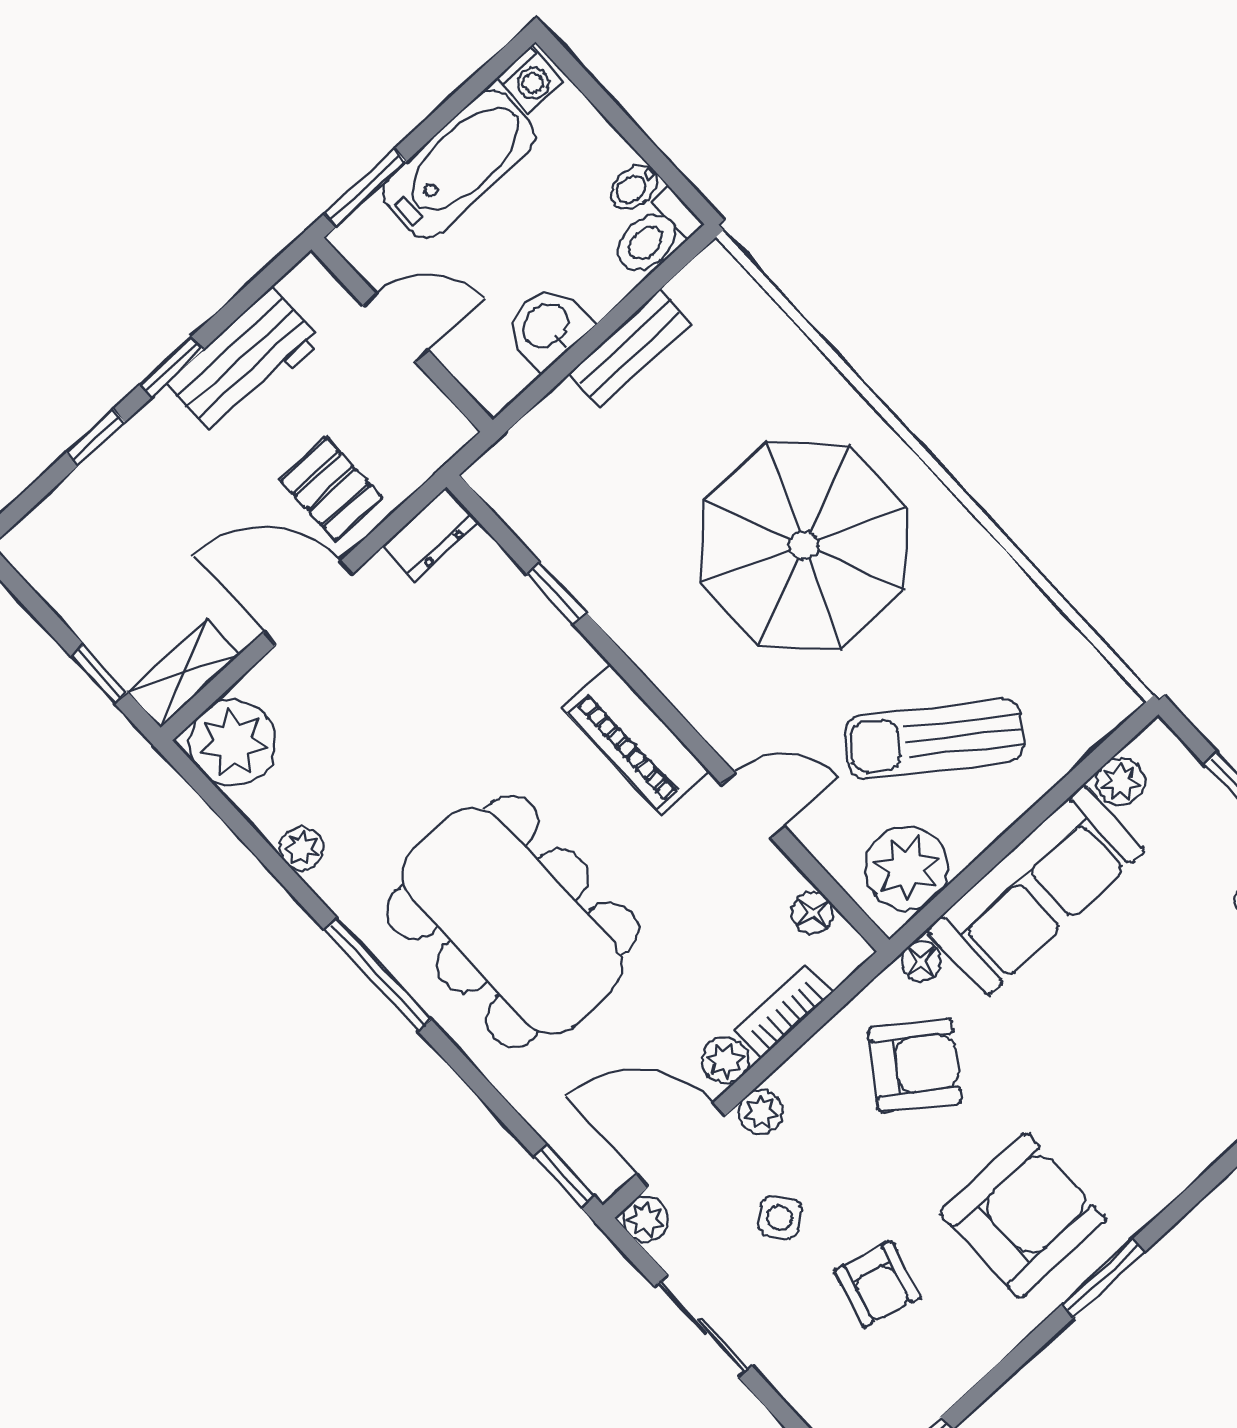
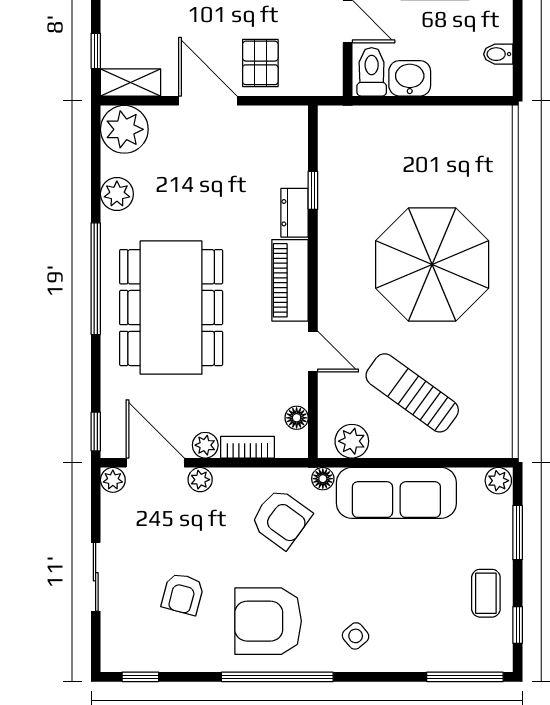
toilet: (655, 234) -> (372, 72), moved, turned 90
bench: (630, 349) -> (435, 119), removed
dresser: (431, 534) -> (295, 213), moved, turned 90
plant: (1120, 782) -> (498, 481), moved
plant: (302, 848) -> (117, 194), width x1.38, depth x1.38
plant: (906, 868) -> (352, 441), width x0.73, depth x0.73
window: (378, 975) -> (96, 279), width x1.46
armchair: (1023, 1216) -> (268, 621), turned 180
side table: (780, 1218) -> (356, 636), moved
window: (1103, 1278) -> (277, 677), width x2.11
sliding door: (703, 1326) -> (96, 577), moved

